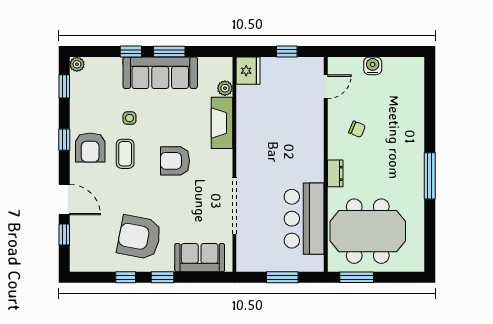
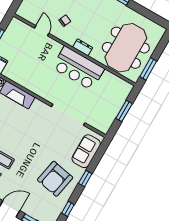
door: (326, 87) -> (42, 31), moved
armchair: (175, 161) -> (24, 134), removed
bar counter: (304, 219) -> (78, 68), moved
window: (126, 277) -> (68, 209), moved

